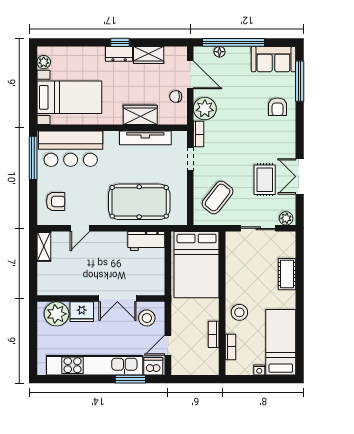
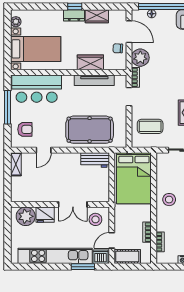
window: (33, 158) -> (8, 107), moved
coffee table: (218, 197) -> (150, 126), turned 52
stool: (239, 312) -> (169, 200), moved
cot: (188, 366) -> (127, 256), added

